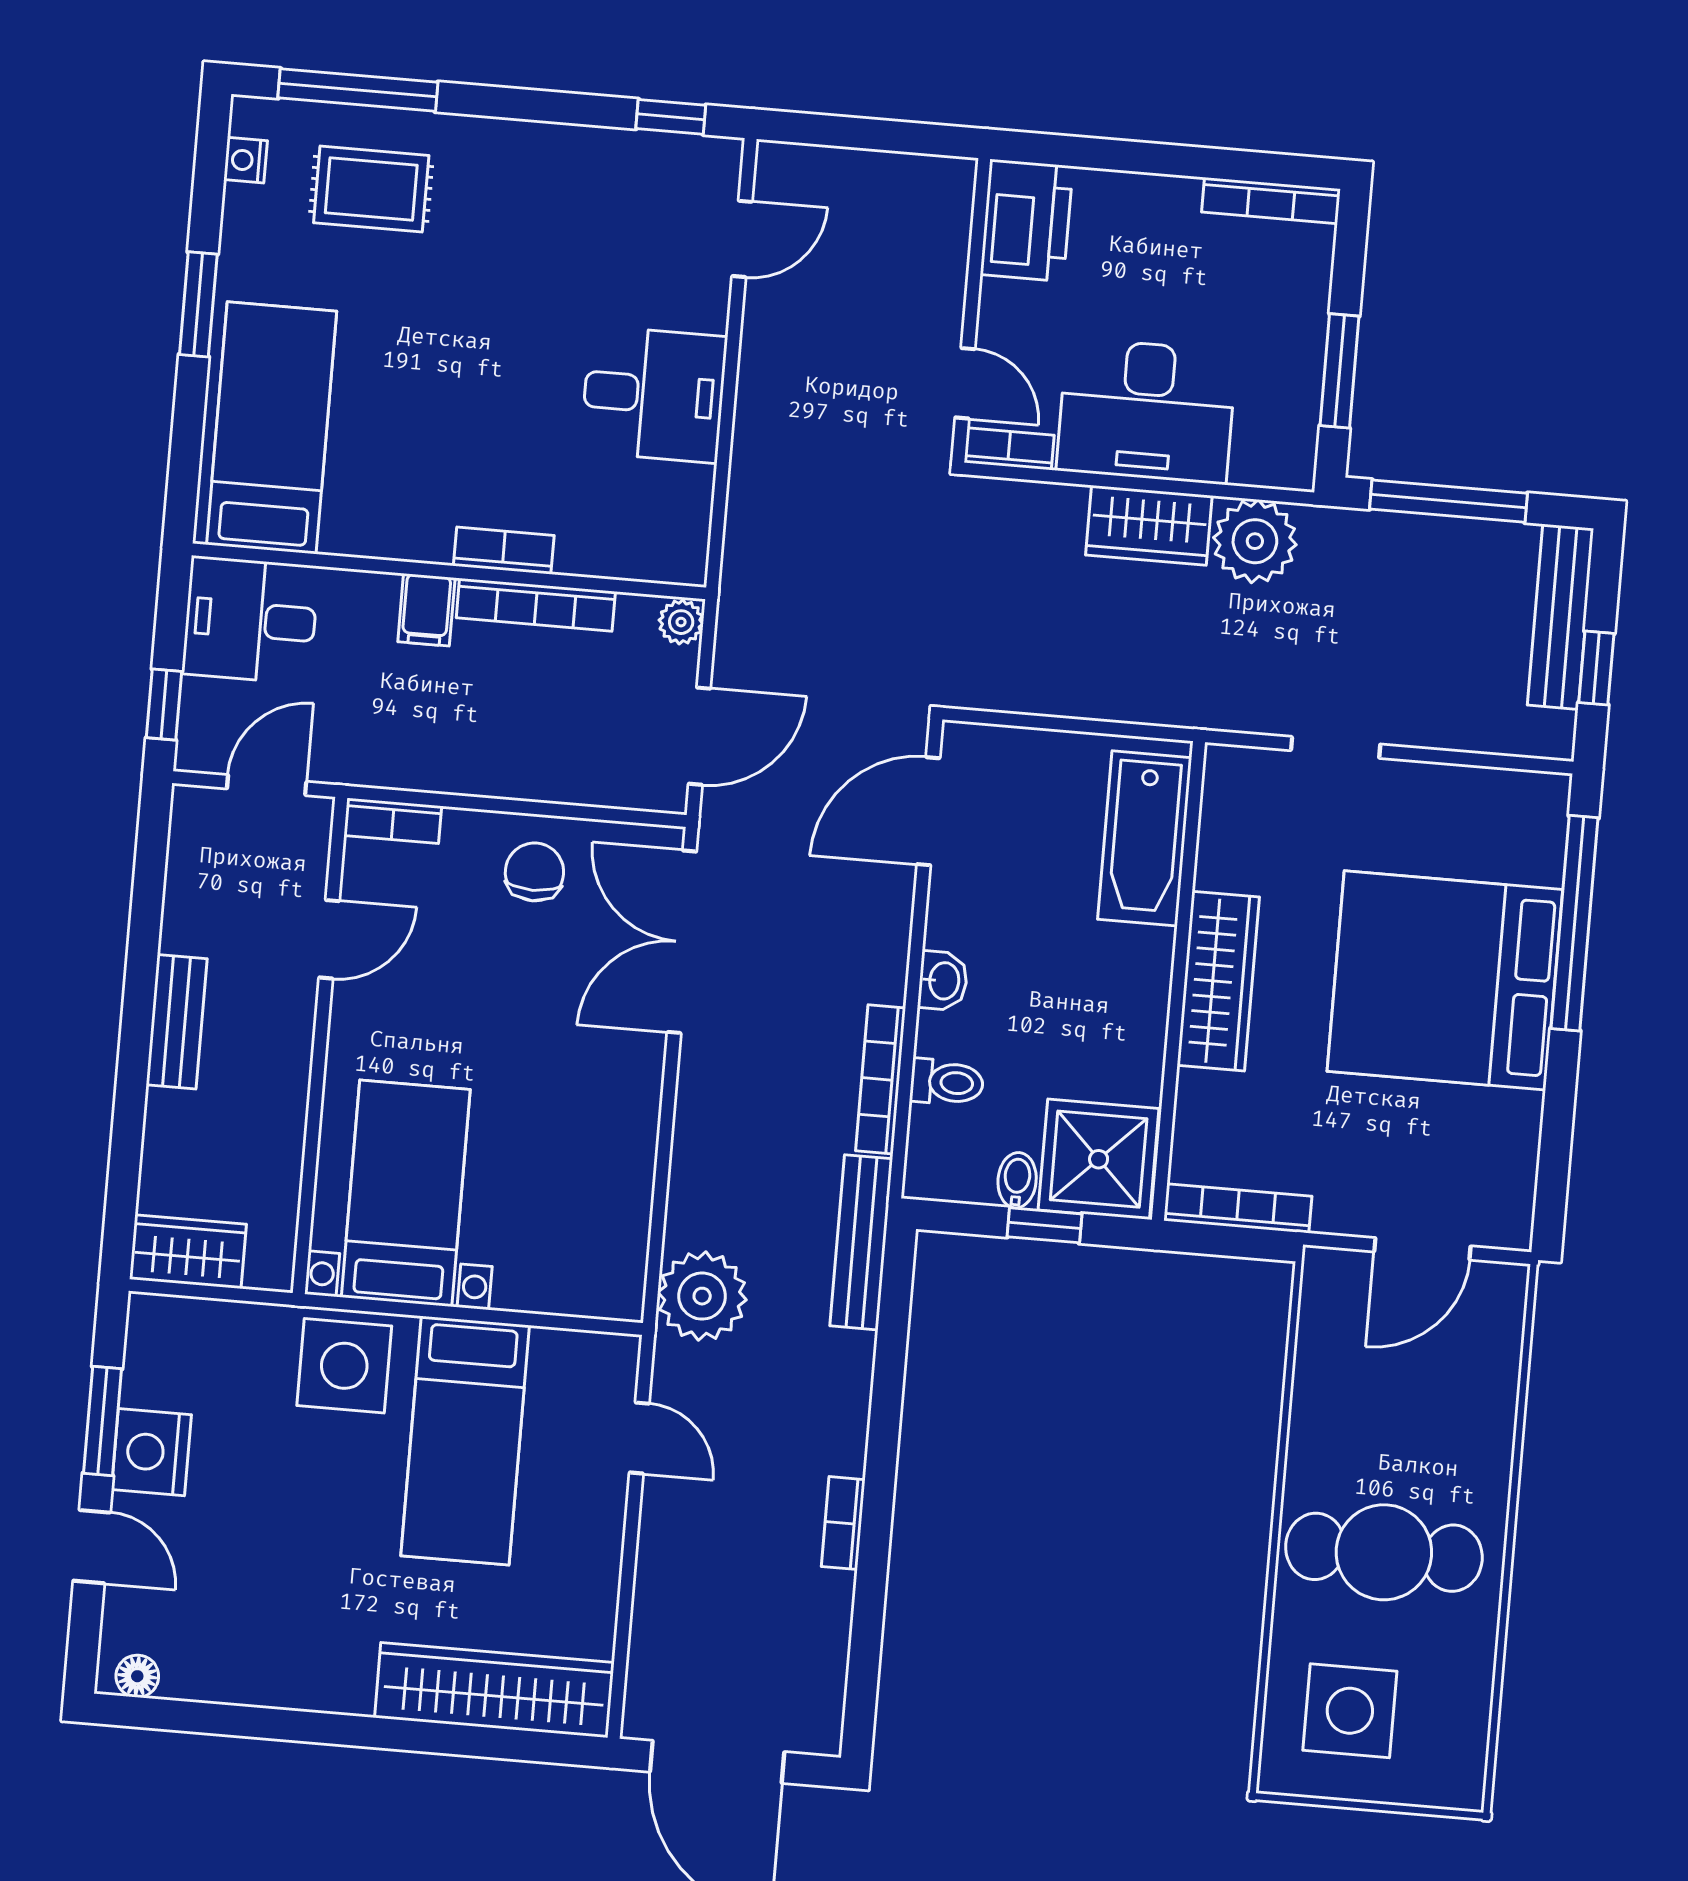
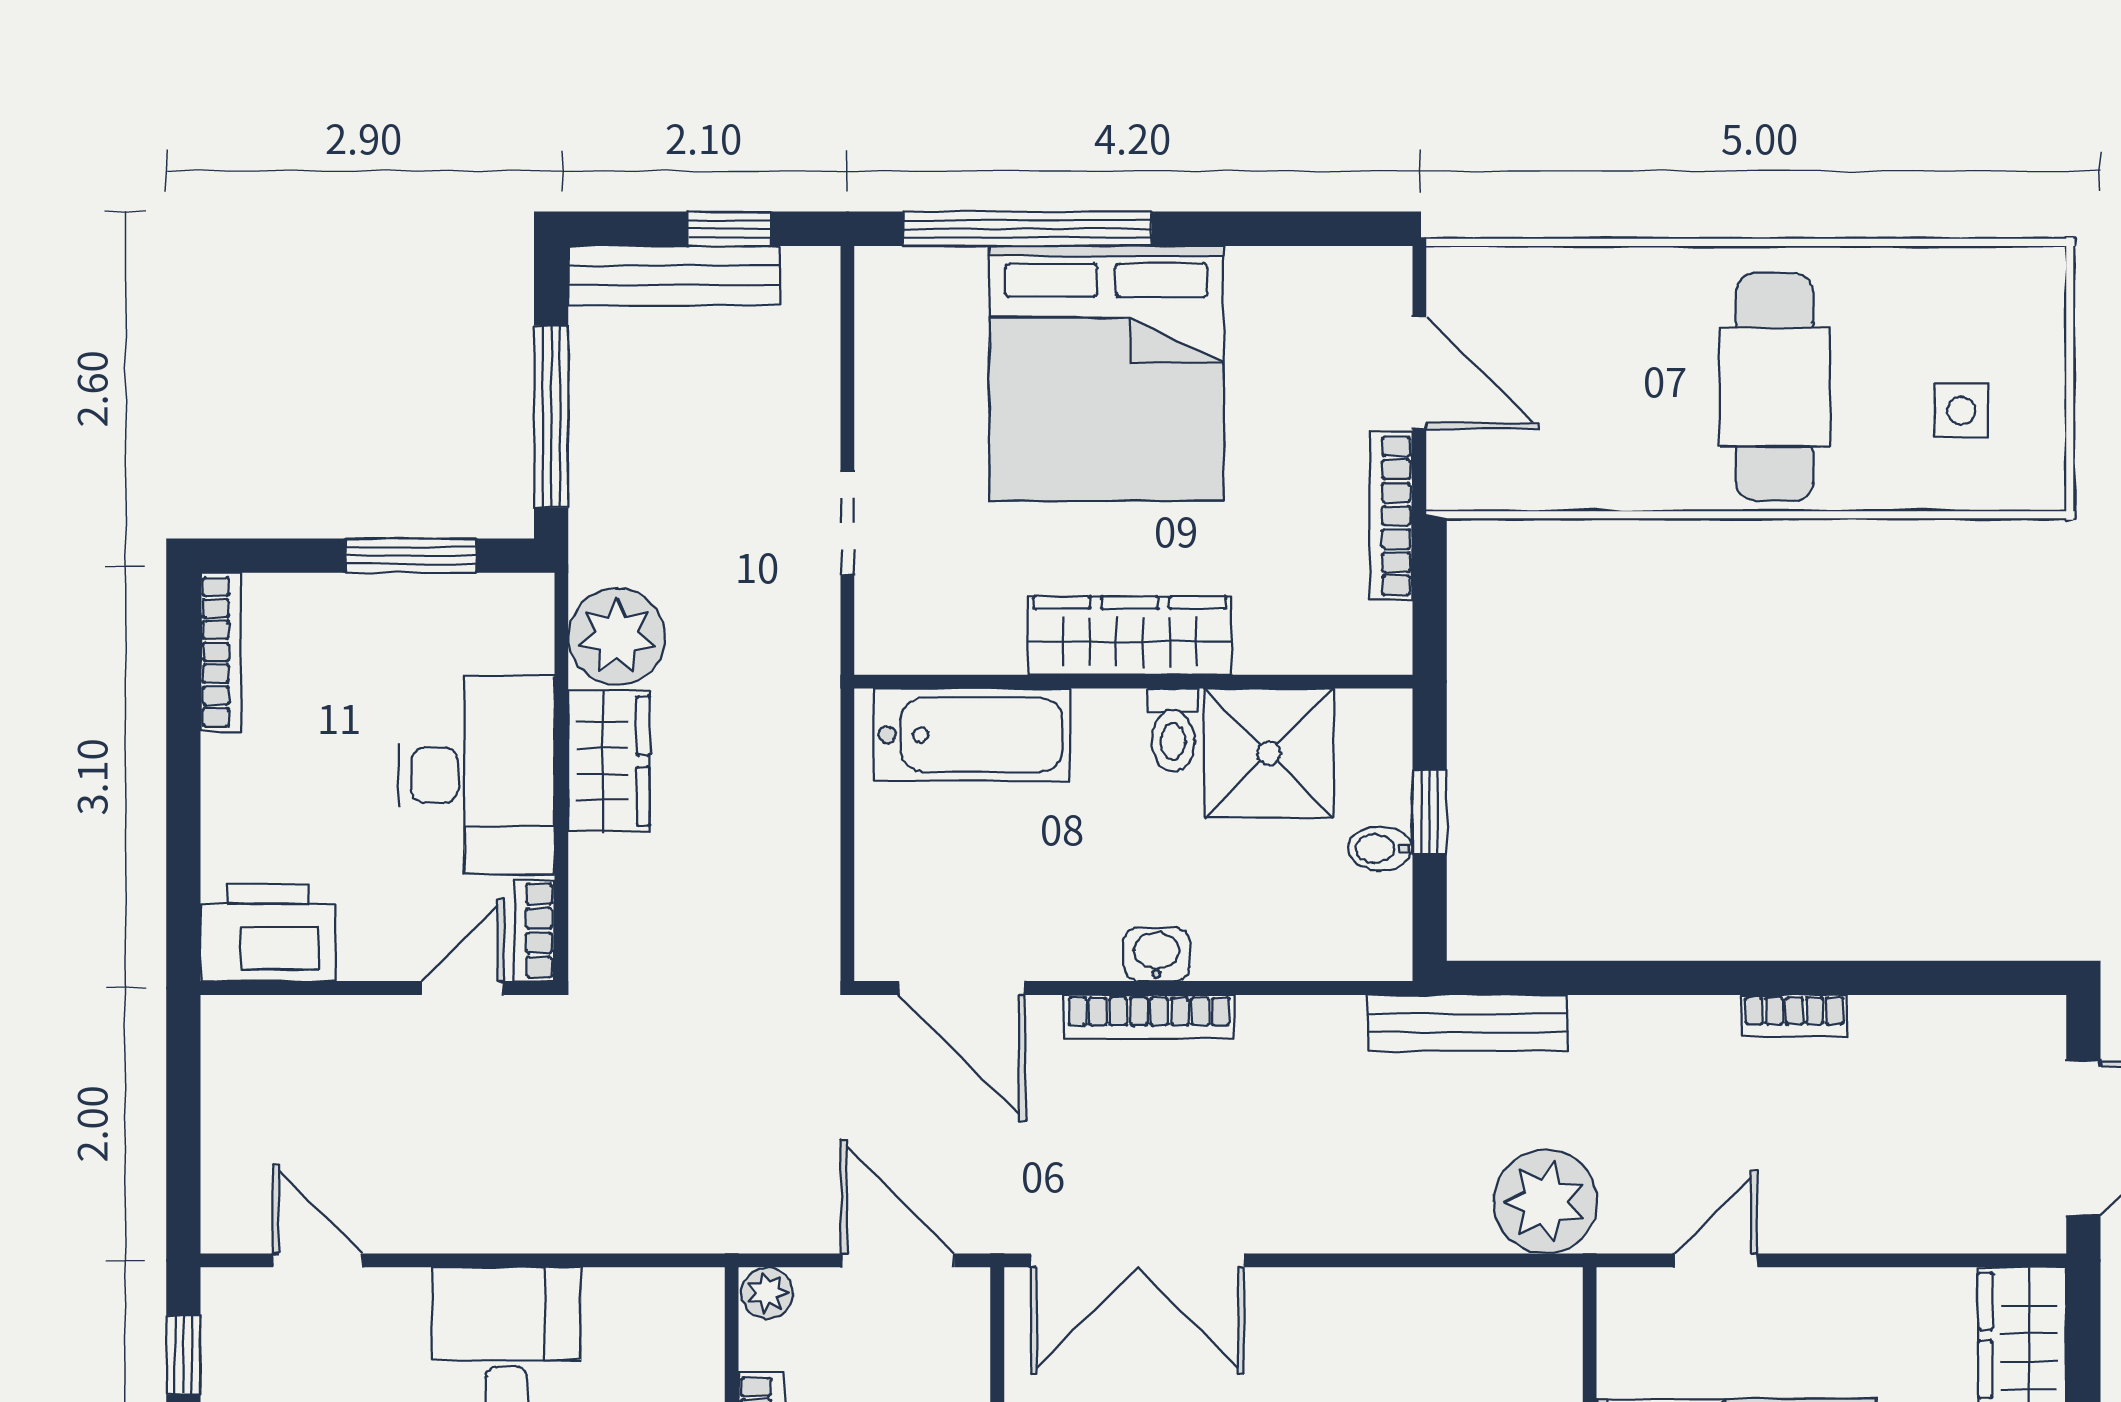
bookcase: (881, 1079) -> (1149, 1017), moved
toilet: (947, 1082) -> (1173, 730), moved, turned 180
shower: (1099, 1159) -> (1269, 753), moved
bookcase: (1238, 1208) -> (1391, 516), moved
side table: (1350, 1711) -> (1961, 411), width x0.54, depth x0.54

